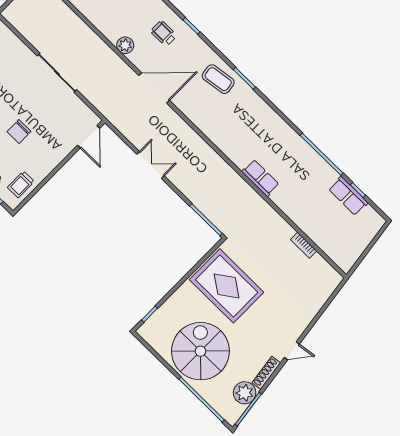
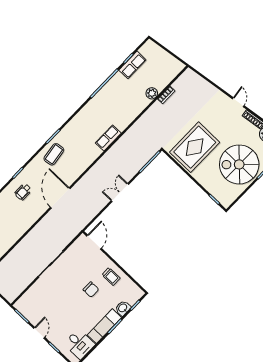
plant: (125, 45) -> (152, 93), moved
door: (89, 137) -> (94, 242), hinge flipped
double door: (150, 165) -> (120, 193), moved
row of seats: (260, 178) -> (108, 138), moved
trolley: (21, 184) -> (111, 276), moved

